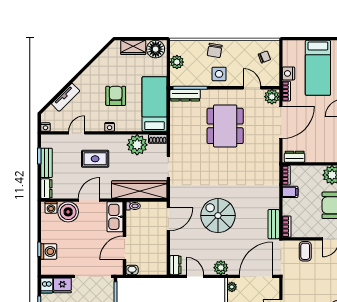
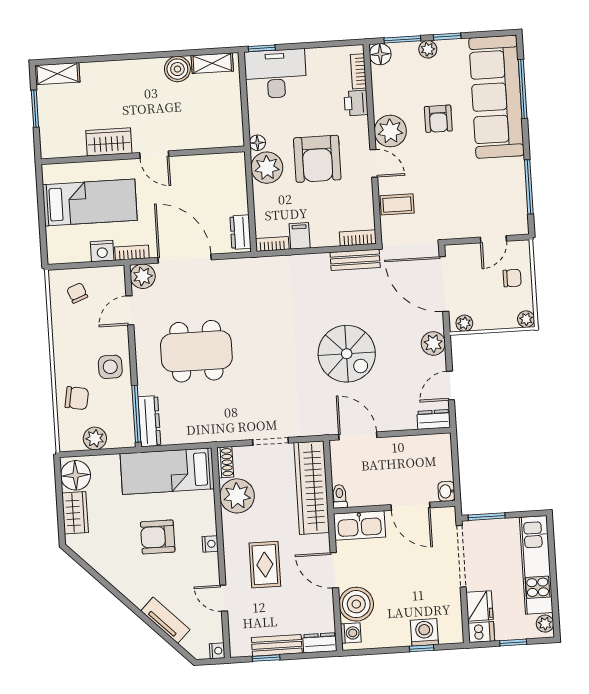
chair: (215, 50) -> (77, 398), moved
spiral stairs: (218, 216) -> (347, 354), turned -90

